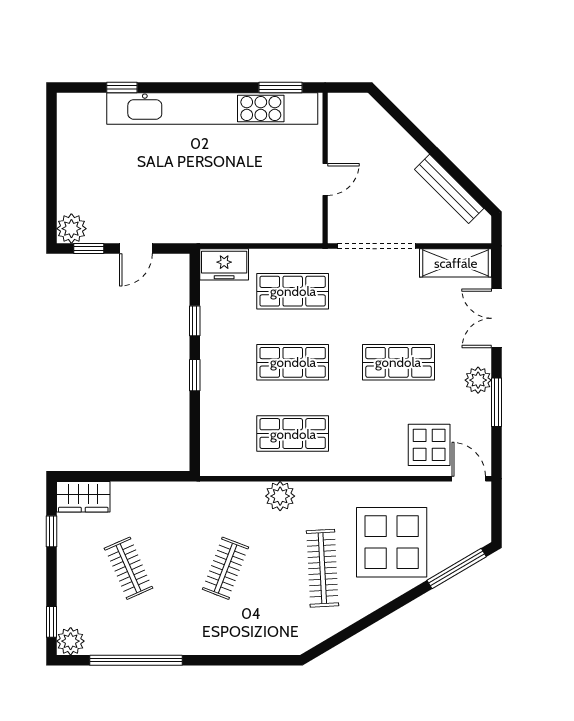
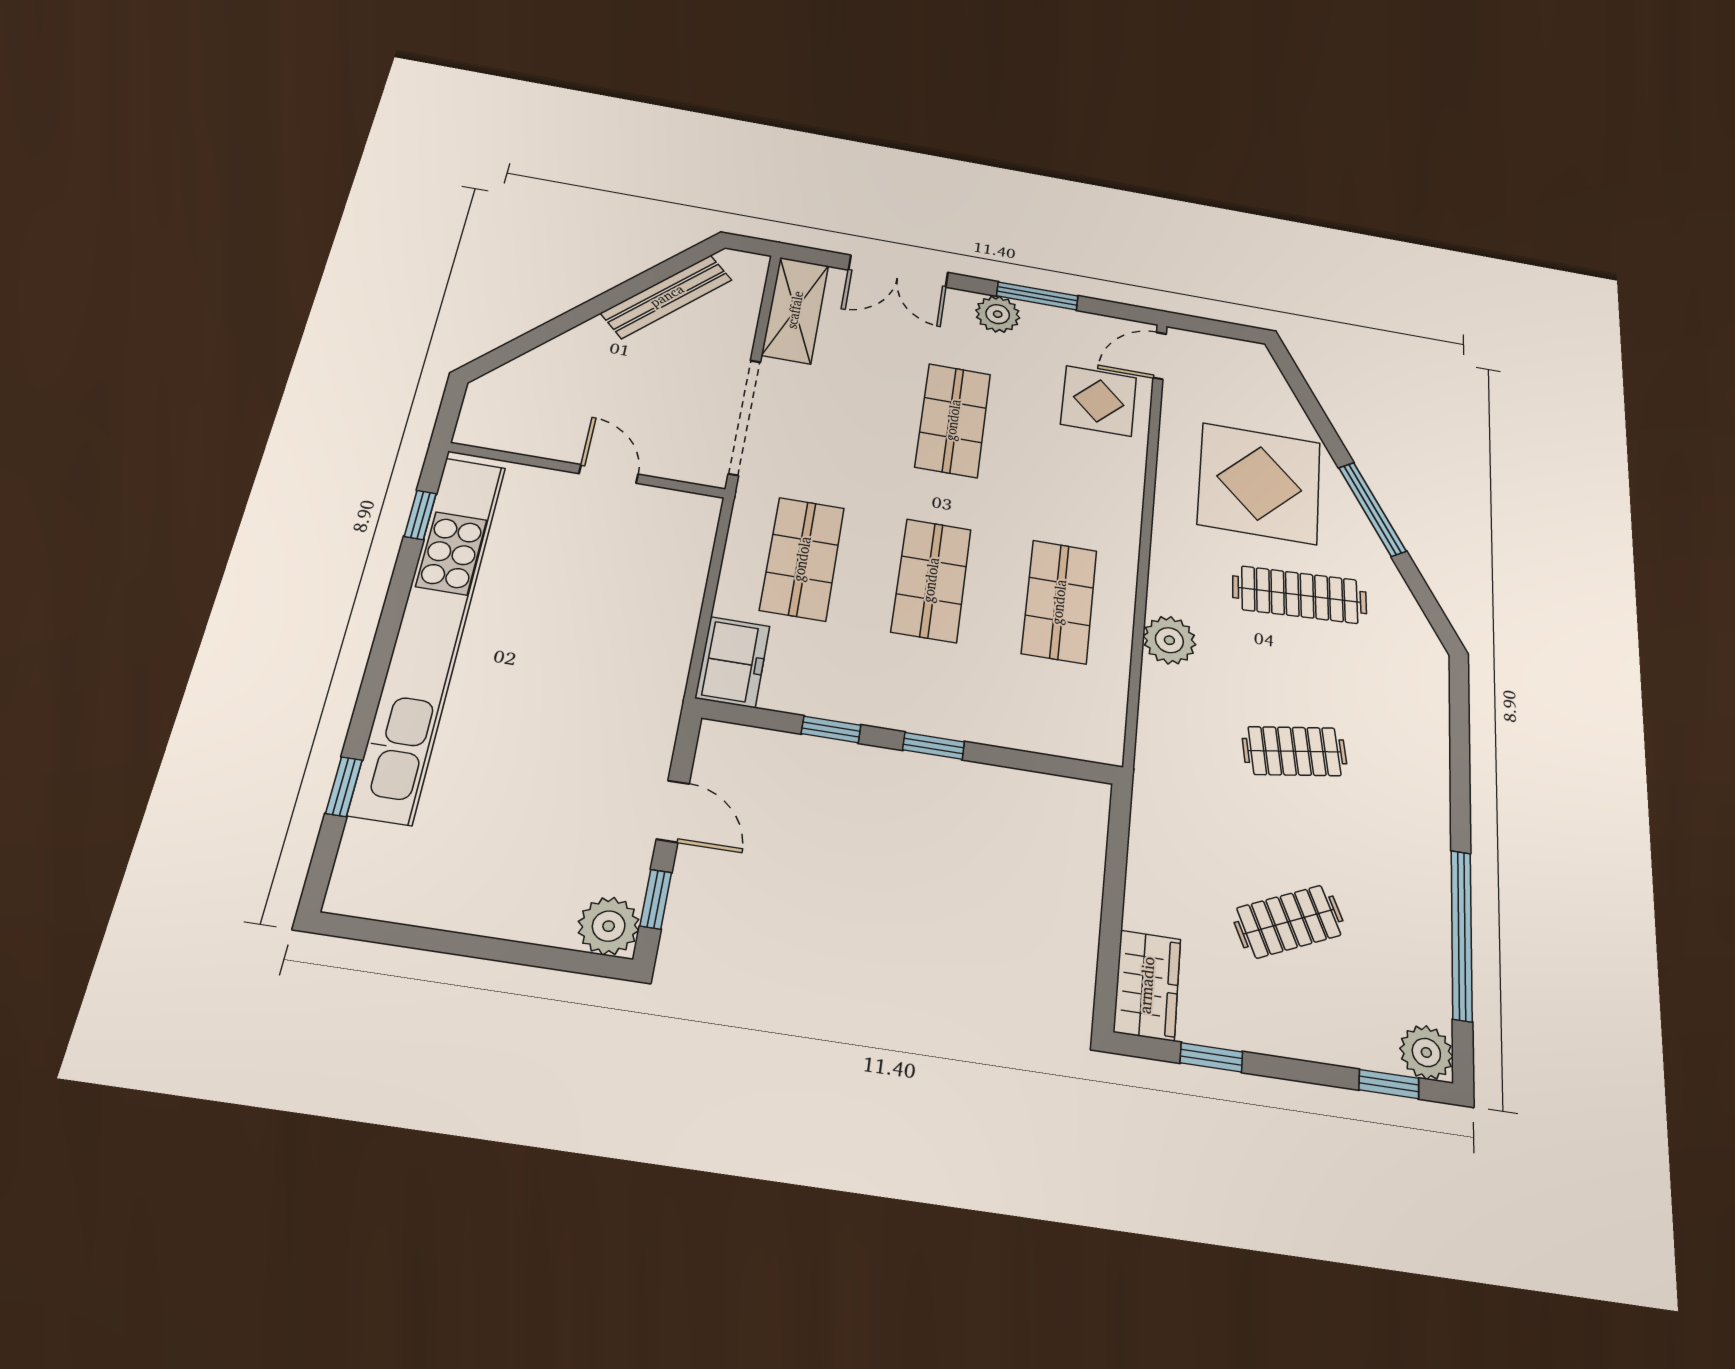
window: (280, 87) -> (420, 515), width x0.67
clothes rail: (225, 568) -> (1294, 751), turned -30
window: (457, 568) -> (1372, 509), moved

